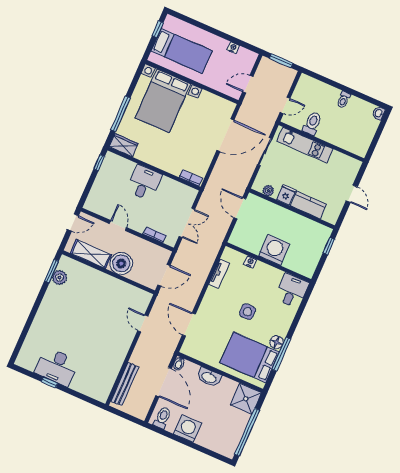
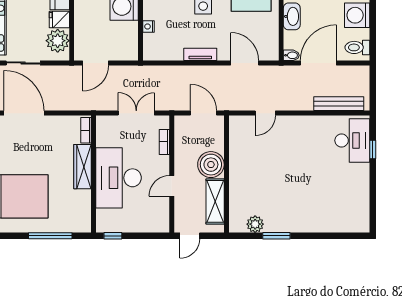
wardrobe: (124, 145) -> (83, 167), moved, width x1.50
desk: (144, 183) -> (118, 178), width x1.87, depth x1.30
plant: (268, 191) -> (58, 41), width x1.88, depth x1.88
door: (73, 223) -> (190, 236), swing flipped
window: (52, 271) -> (276, 236), moved
tv unit: (219, 274) -> (200, 54), moved
door: (189, 324) -> (245, 63), swing flipped
desk: (57, 367) -> (352, 140), moved
window: (49, 382) -> (373, 149), moved

